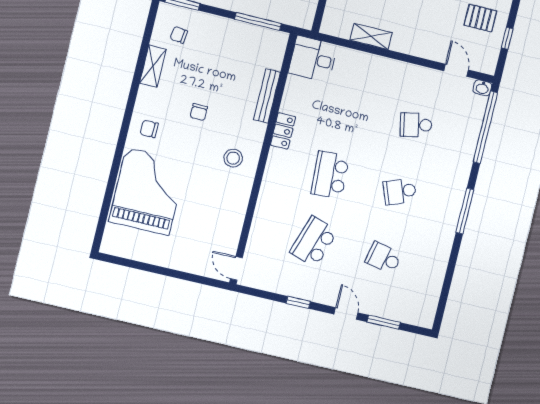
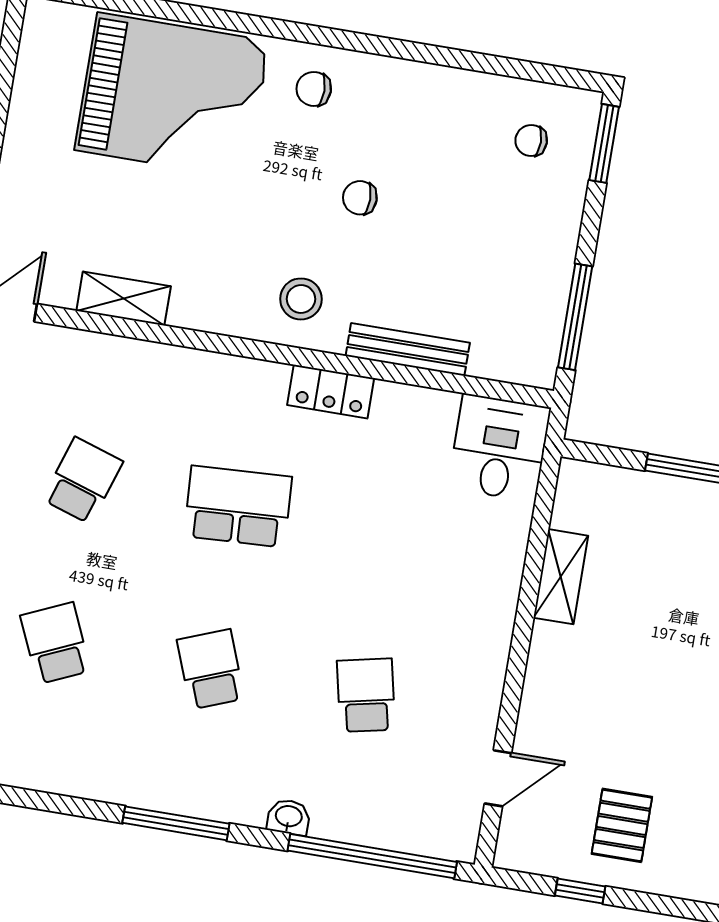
chair: (179, 35) -> (531, 141), turned -97
shelving: (153, 66) -> (124, 299), moved
washbasin: (482, 88) -> (289, 817), moved, turned 90
chair: (149, 129) -> (314, 89), turned -90
stool: (233, 158) -> (301, 299), moved
school desk: (314, 242) -> (83, 481), width x0.54
school desk: (383, 258) -> (55, 643), turned -36

